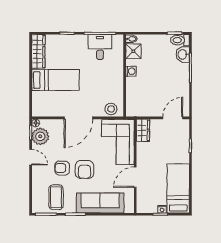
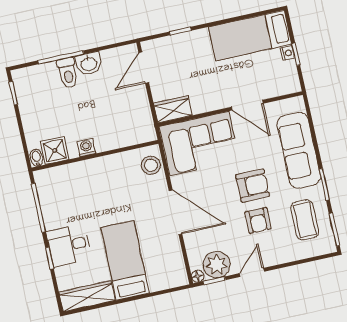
toilet: (180, 40) -> (68, 73), moved
desk: (100, 47) -> (69, 245), moved
washbasin: (183, 54) -> (89, 64), moved
door: (173, 118) -> (144, 68), hinge flipped
coffee table: (56, 197) -> (305, 220), turned 90

